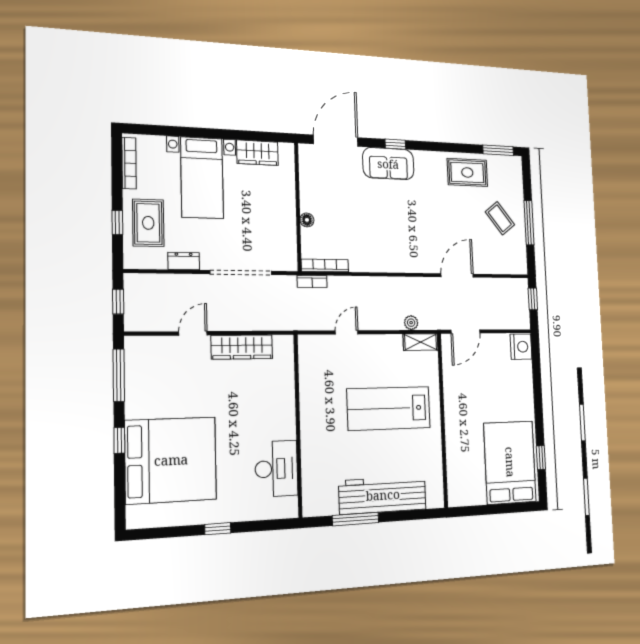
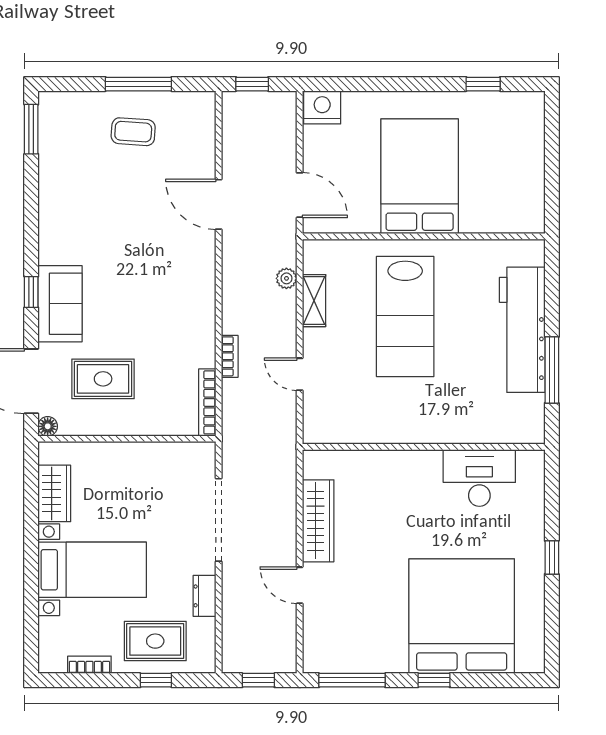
bookcase: (129, 163) -> (89, 665), width x0.64
rug: (467, 172) -> (103, 379), moved, turned 90
coffee table: (500, 218) -> (133, 132), turned 42
floor lamp: (307, 220) -> (48, 426), moved
bookcase: (312, 281) -> (230, 356), moved
shelving: (421, 342) -> (314, 301), moved
bed: (510, 462) -> (420, 176), moved, turned 90

